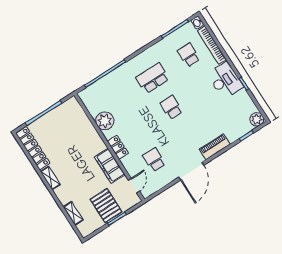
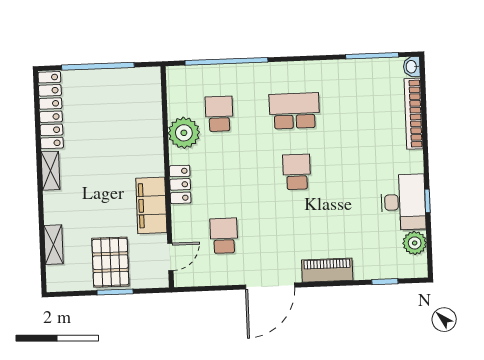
school desk: (189, 55) -> (219, 114), moved
desk: (225, 80) -> (403, 202), moved
plant: (257, 119) -> (415, 243), moved

